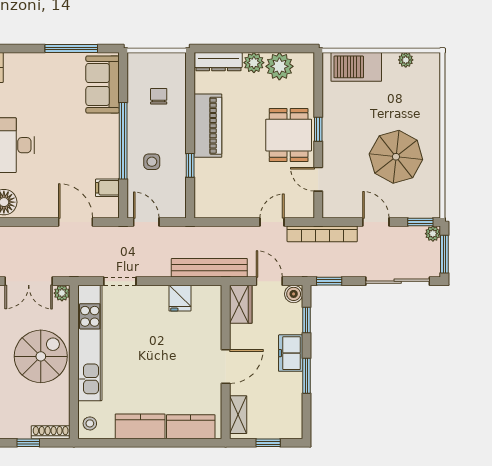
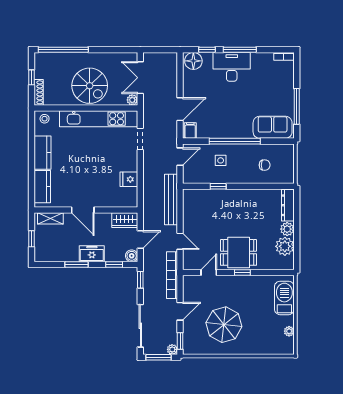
piano: (208, 126) -> (245, 198), removed
filing cabinet: (107, 188) -> (190, 131), moved
bench: (209, 268) -> (171, 200), moved

